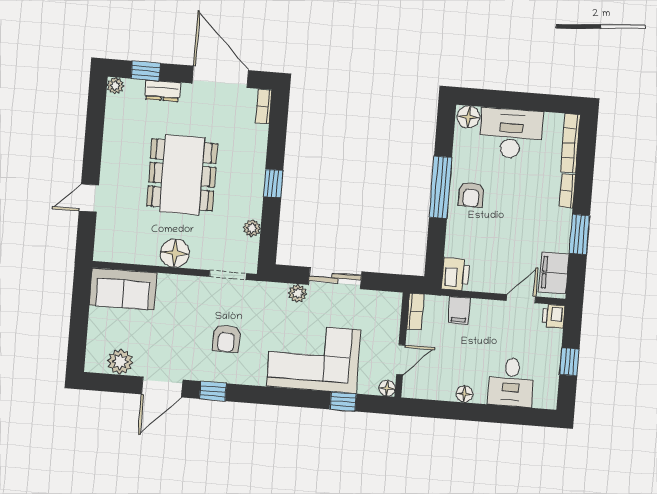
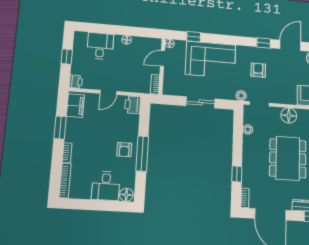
desk: (511, 133) -> (106, 186), width x0.73
window: (273, 183) -> (237, 174), moved
armchair: (471, 195) -> (124, 150), turned 180
plant: (298, 293) -> (241, 96), moved
door: (521, 299) -> (108, 92), moved
filing cabinet: (459, 310) -> (130, 85), removed

